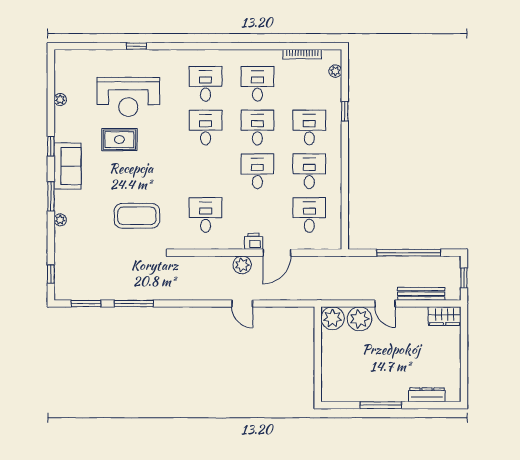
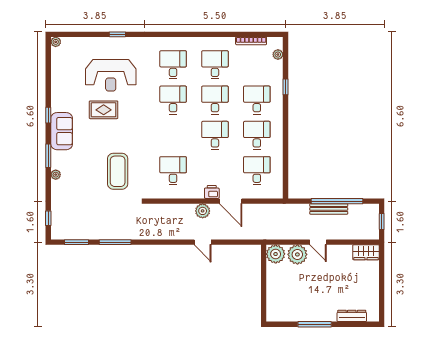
plant: (60, 100) -> (56, 42), moved
coffee table: (137, 216) -> (118, 171), turned 90
door: (277, 253) -> (231, 201), hinge flipped
bench: (421, 294) -> (329, 209), moved

